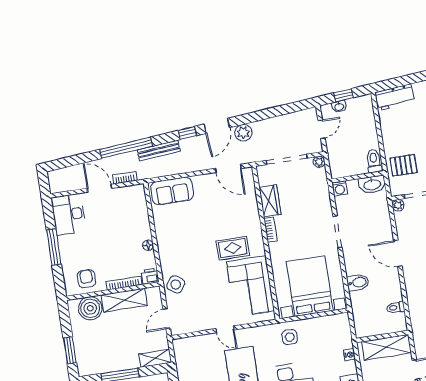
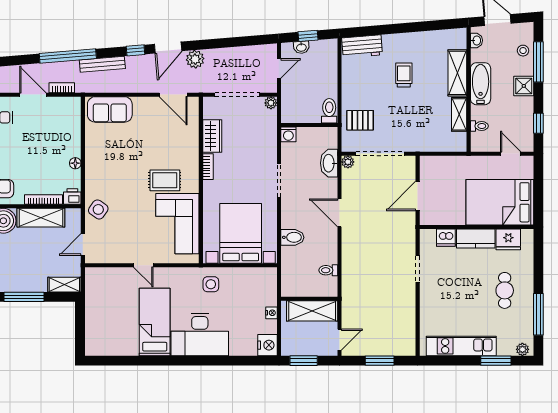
washbasin: (372, 184) -> (329, 163), moved, turned 90

